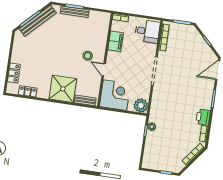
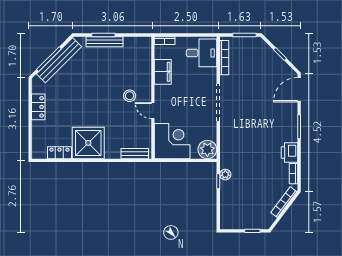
locker: (14, 73) -> (38, 107), moved
shower: (63, 89) -> (88, 143), moved

